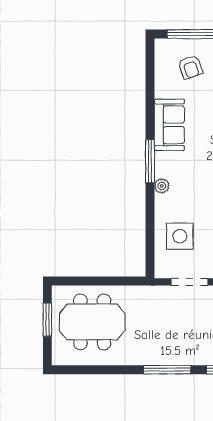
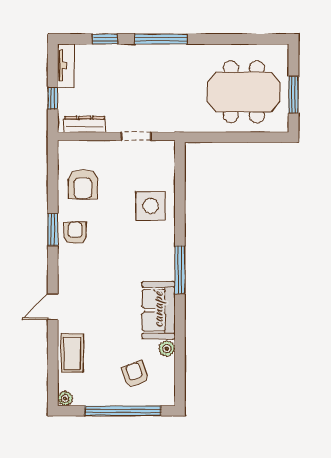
plant: (162, 186) -> (167, 349), moved
side table: (180, 236) -> (151, 206), moved
doorway: (190, 282) -> (136, 136), width x0.73

